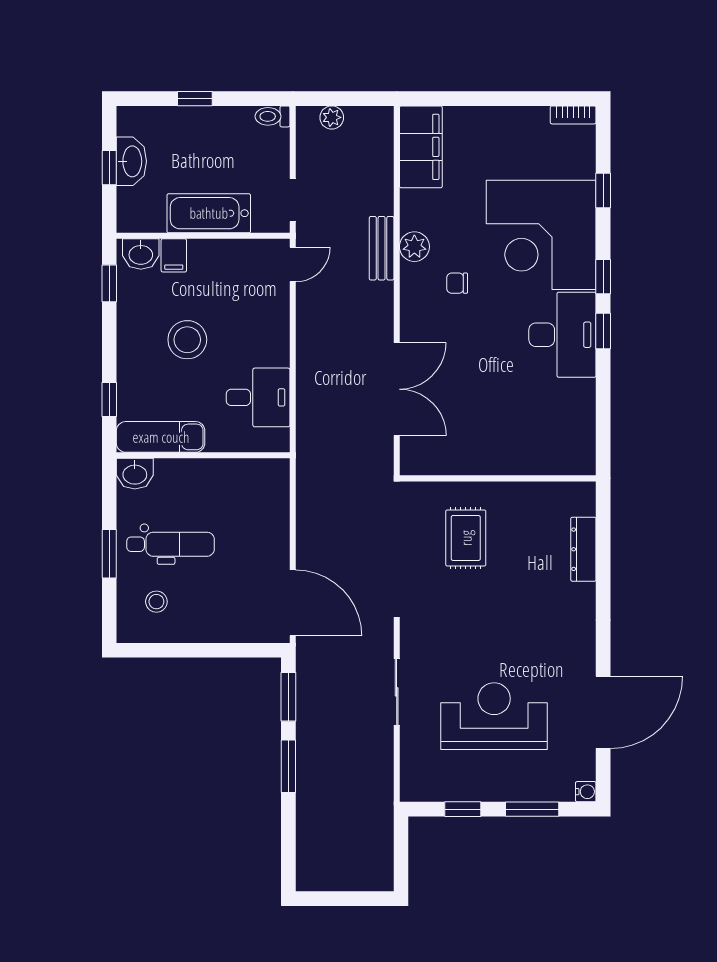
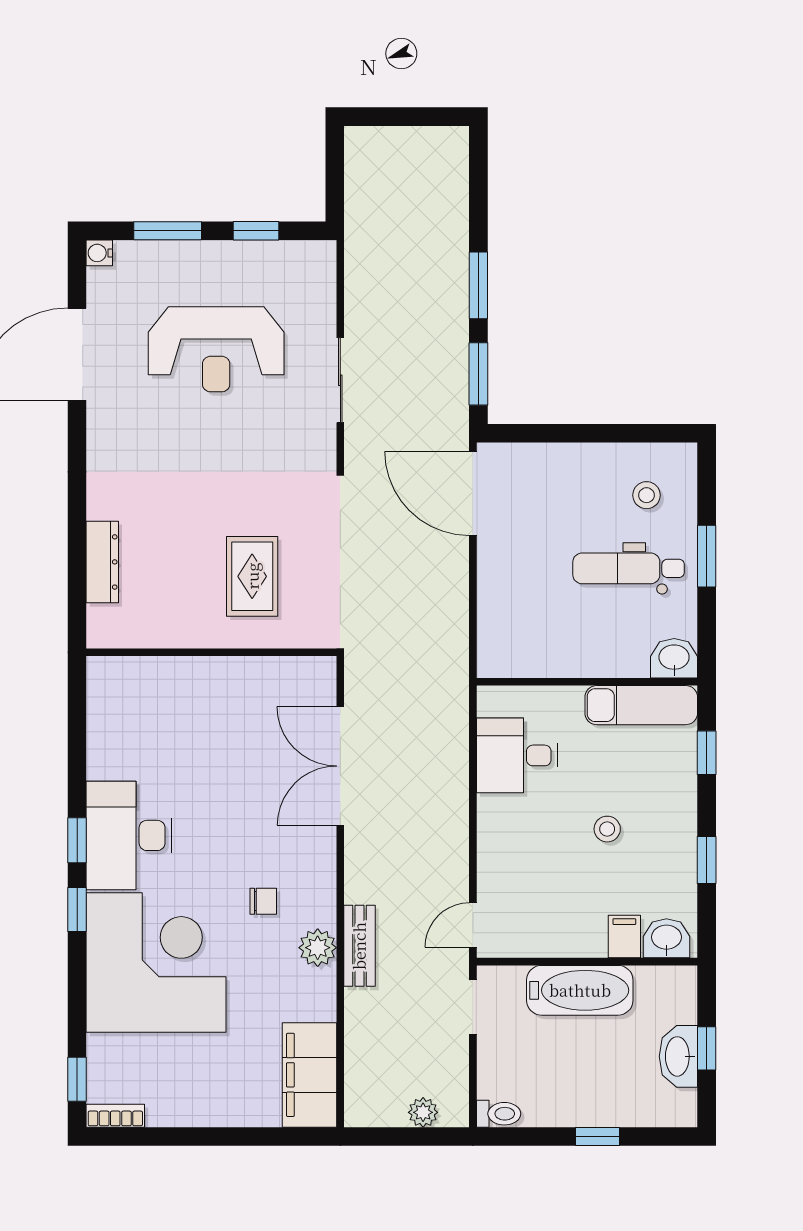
window: (603, 190) -> (77, 1079), moved
window: (109, 283) -> (707, 860), moved
stool: (187, 340) -> (607, 829), width x0.53, depth x0.53

